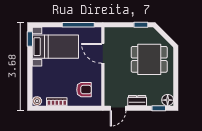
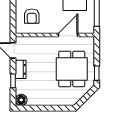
dining table: (149, 59) -> (72, 69), moved
window: (159, 108) -> (13, 81), moved

